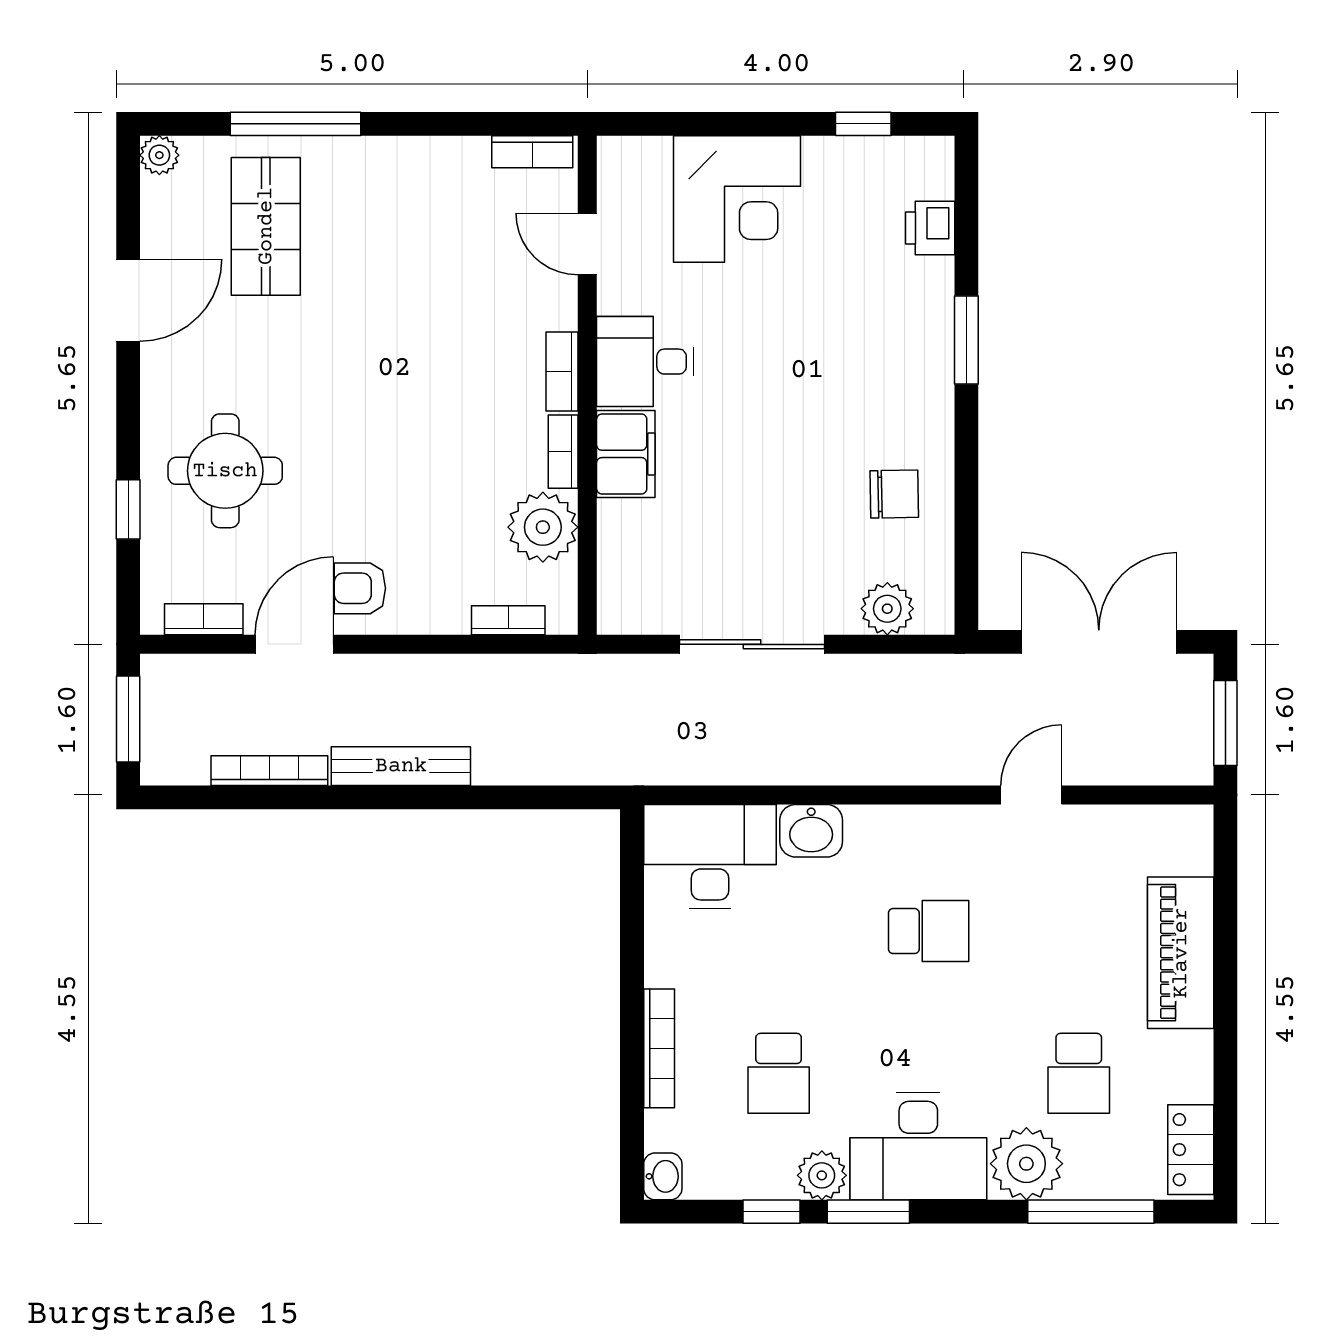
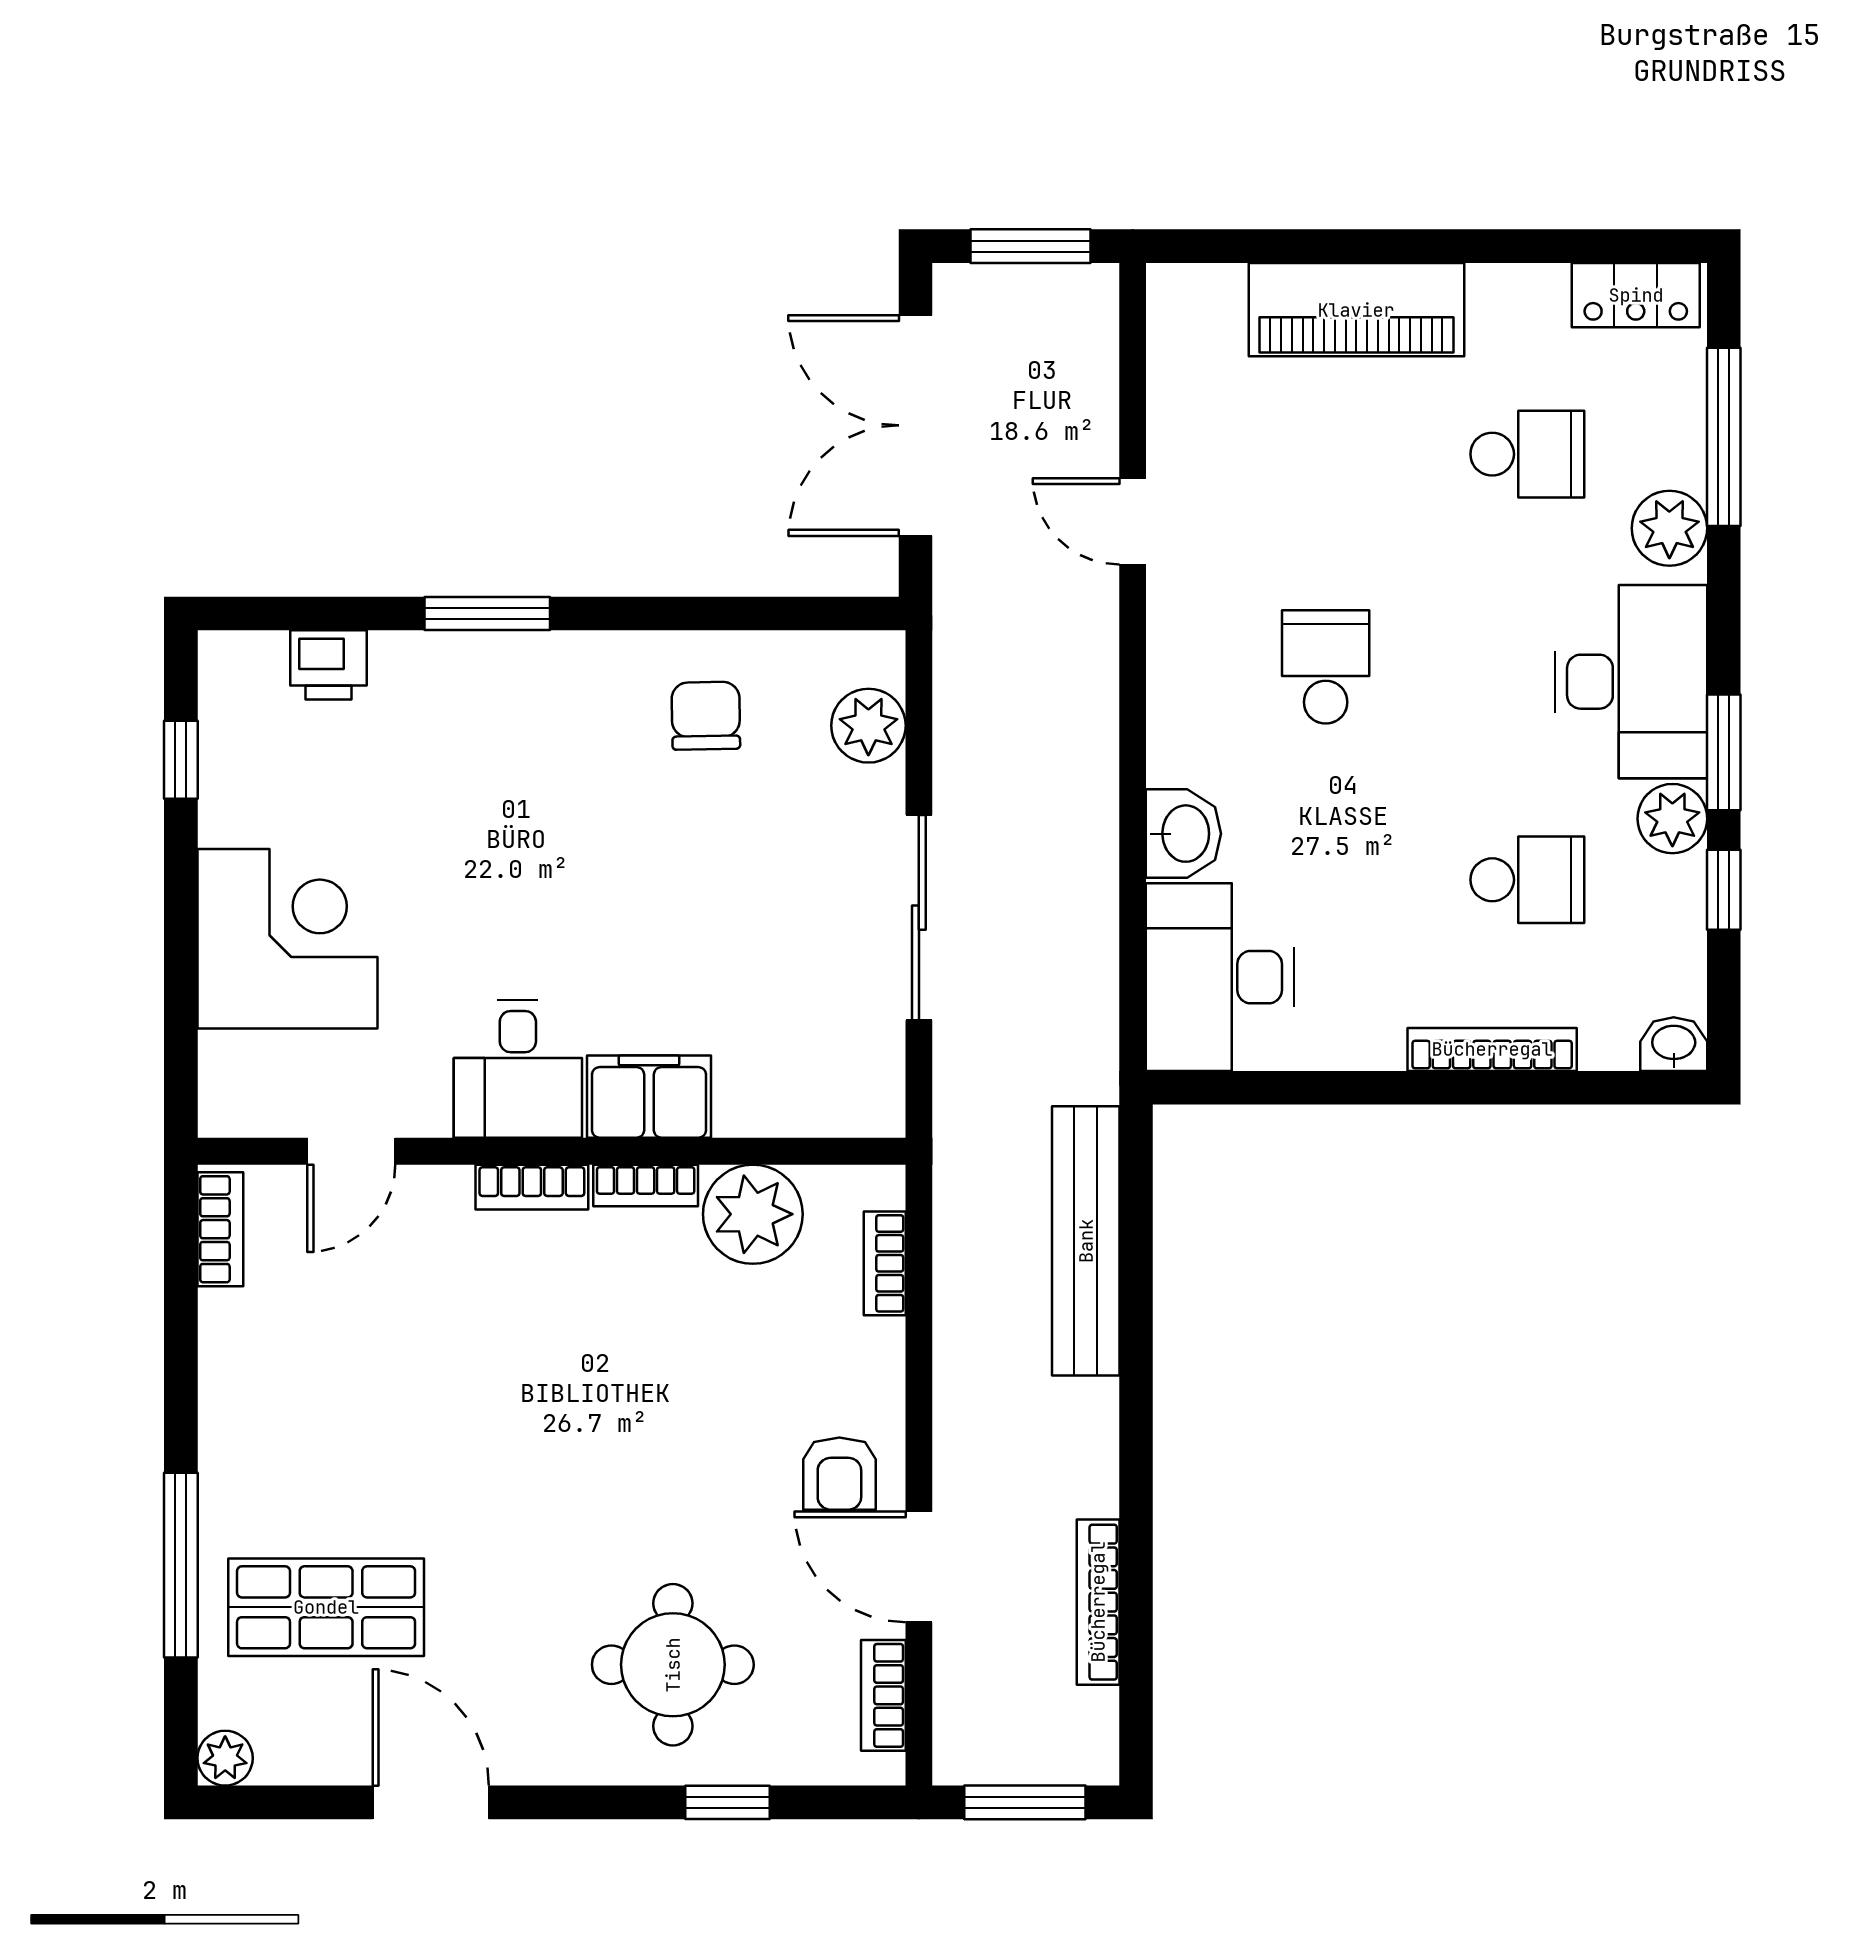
bench: (401, 766) -> (1086, 1241), moved, width x1.37, depth x1.21
plant: (1026, 1164) -> (1669, 528), width x0.73, depth x0.73

